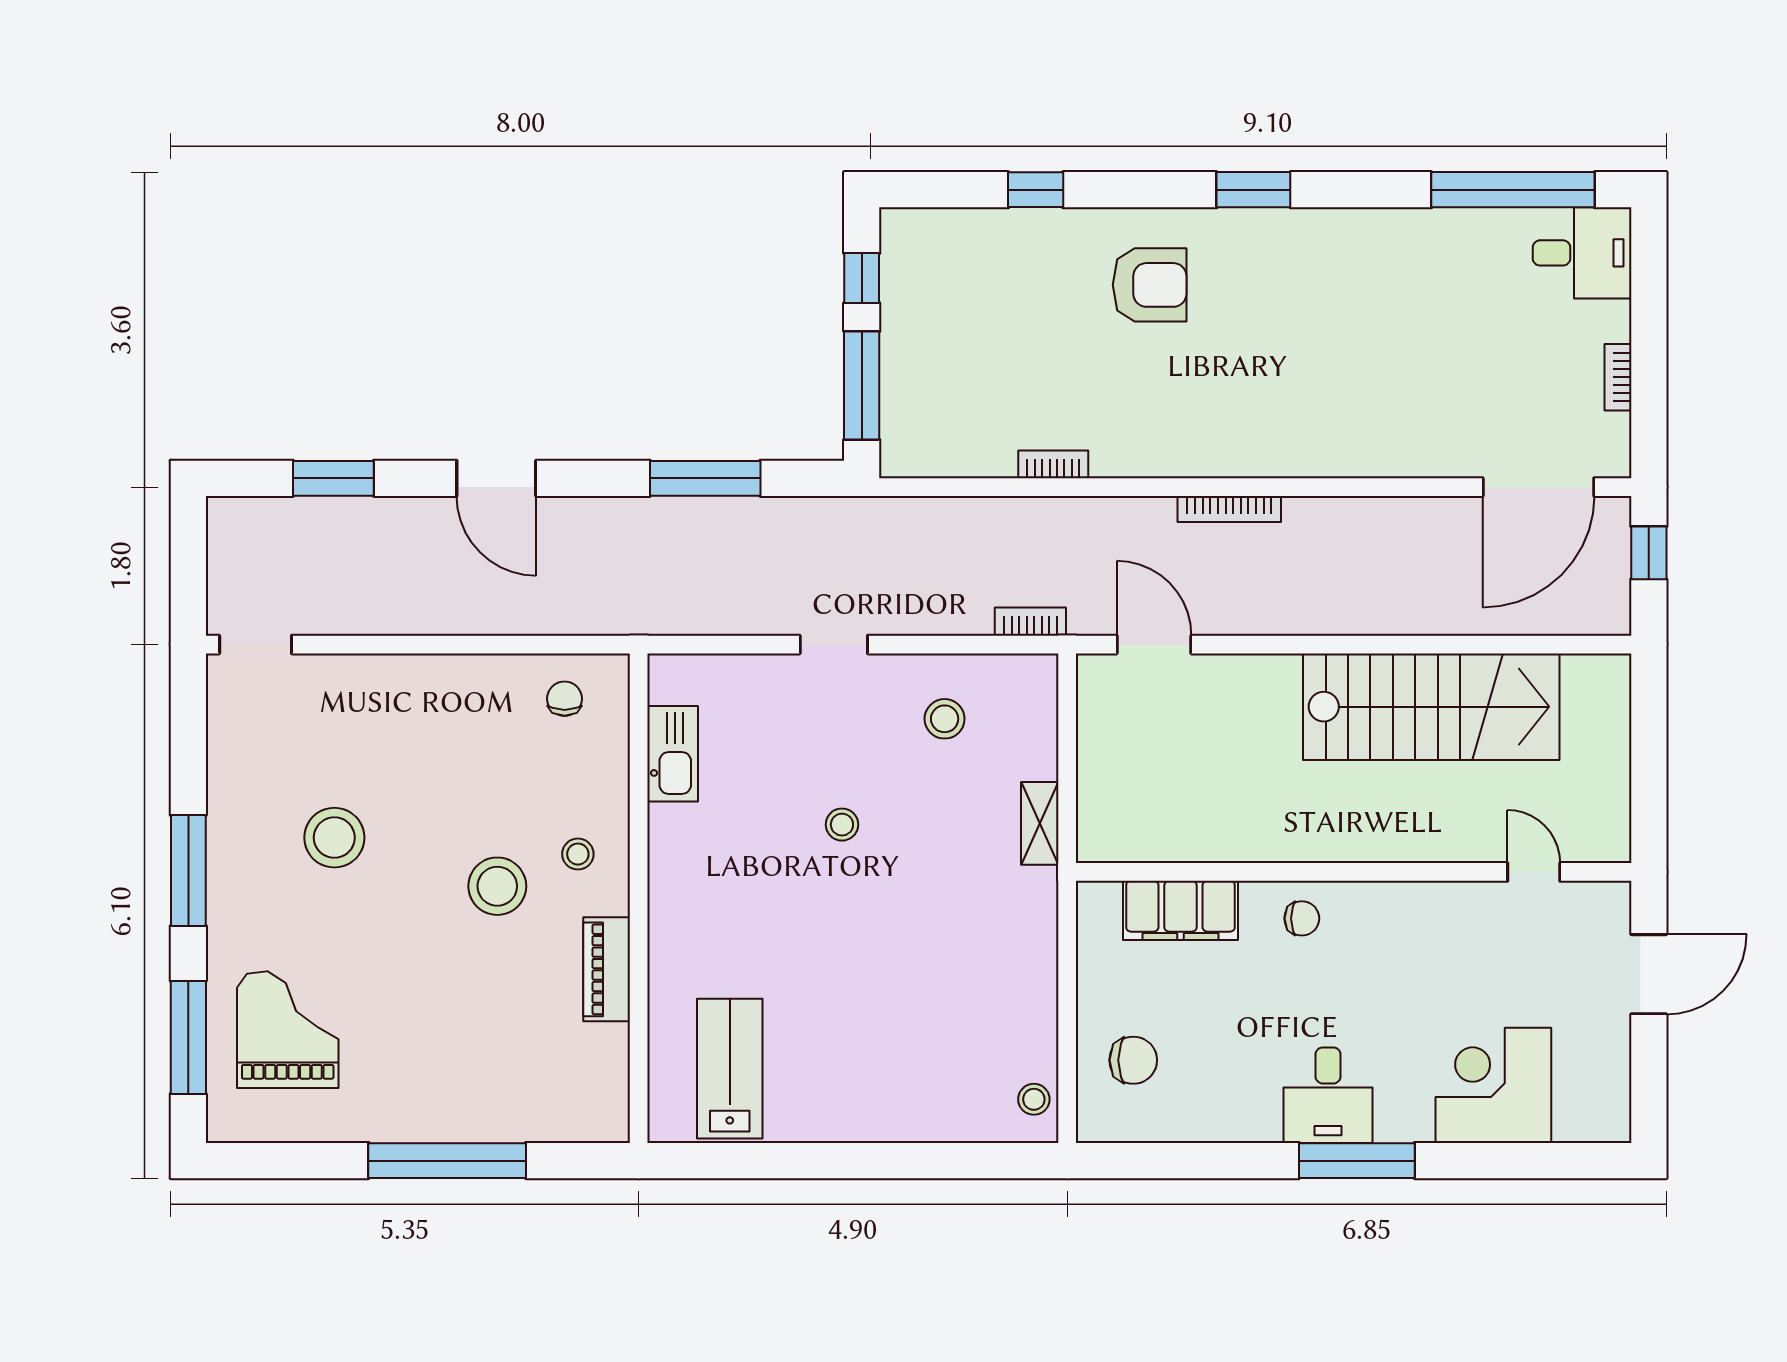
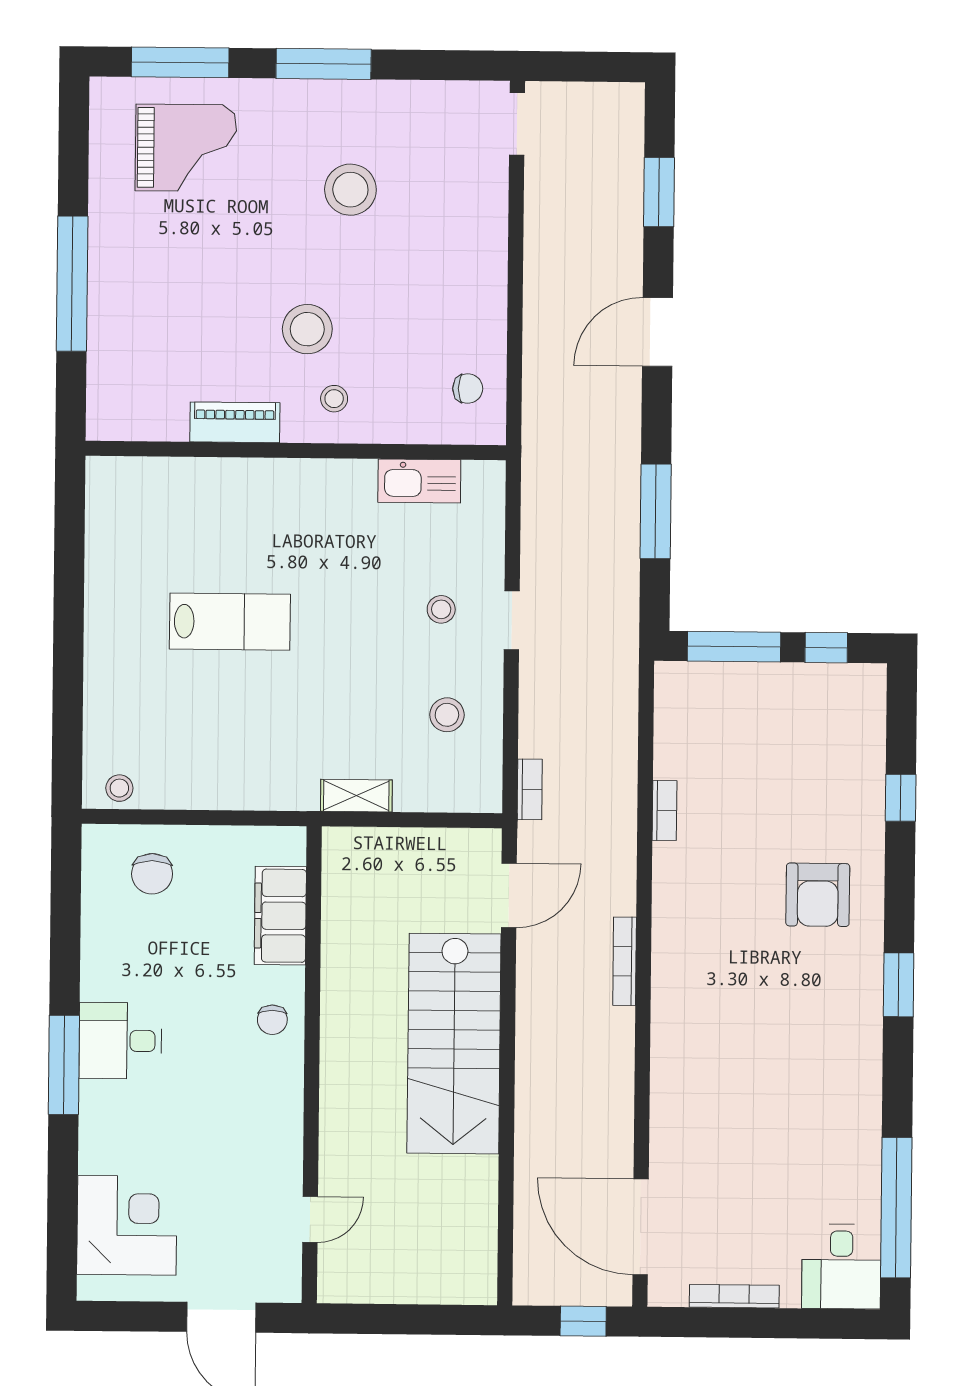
bookcase: (1618, 377) -> (734, 1296), width x1.56
stairs: (1431, 707) -> (454, 1044), moved
stool: (842, 825) -> (441, 609), moved
lab bench: (730, 1069) -> (230, 622), moved
corner desk: (1493, 1085) -> (127, 1225), moved

